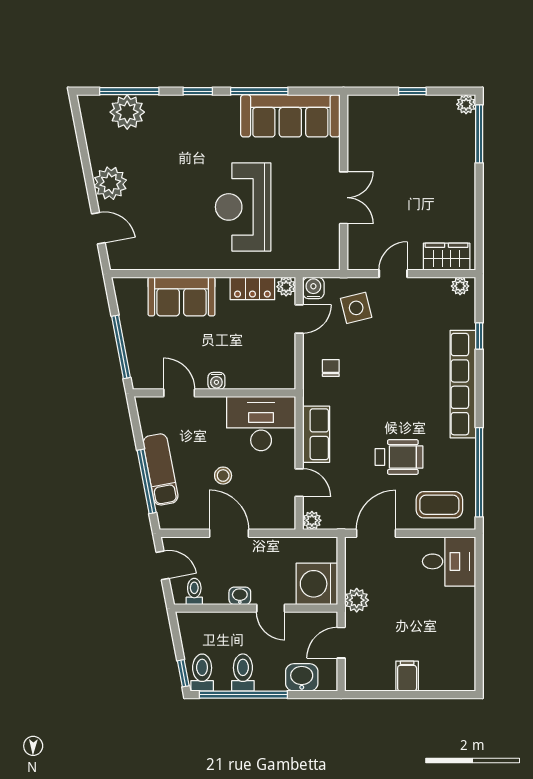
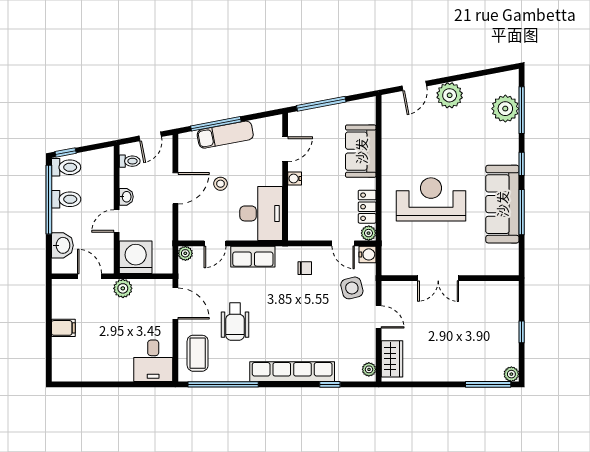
sofa: (290, 116) -> (502, 204), moved

